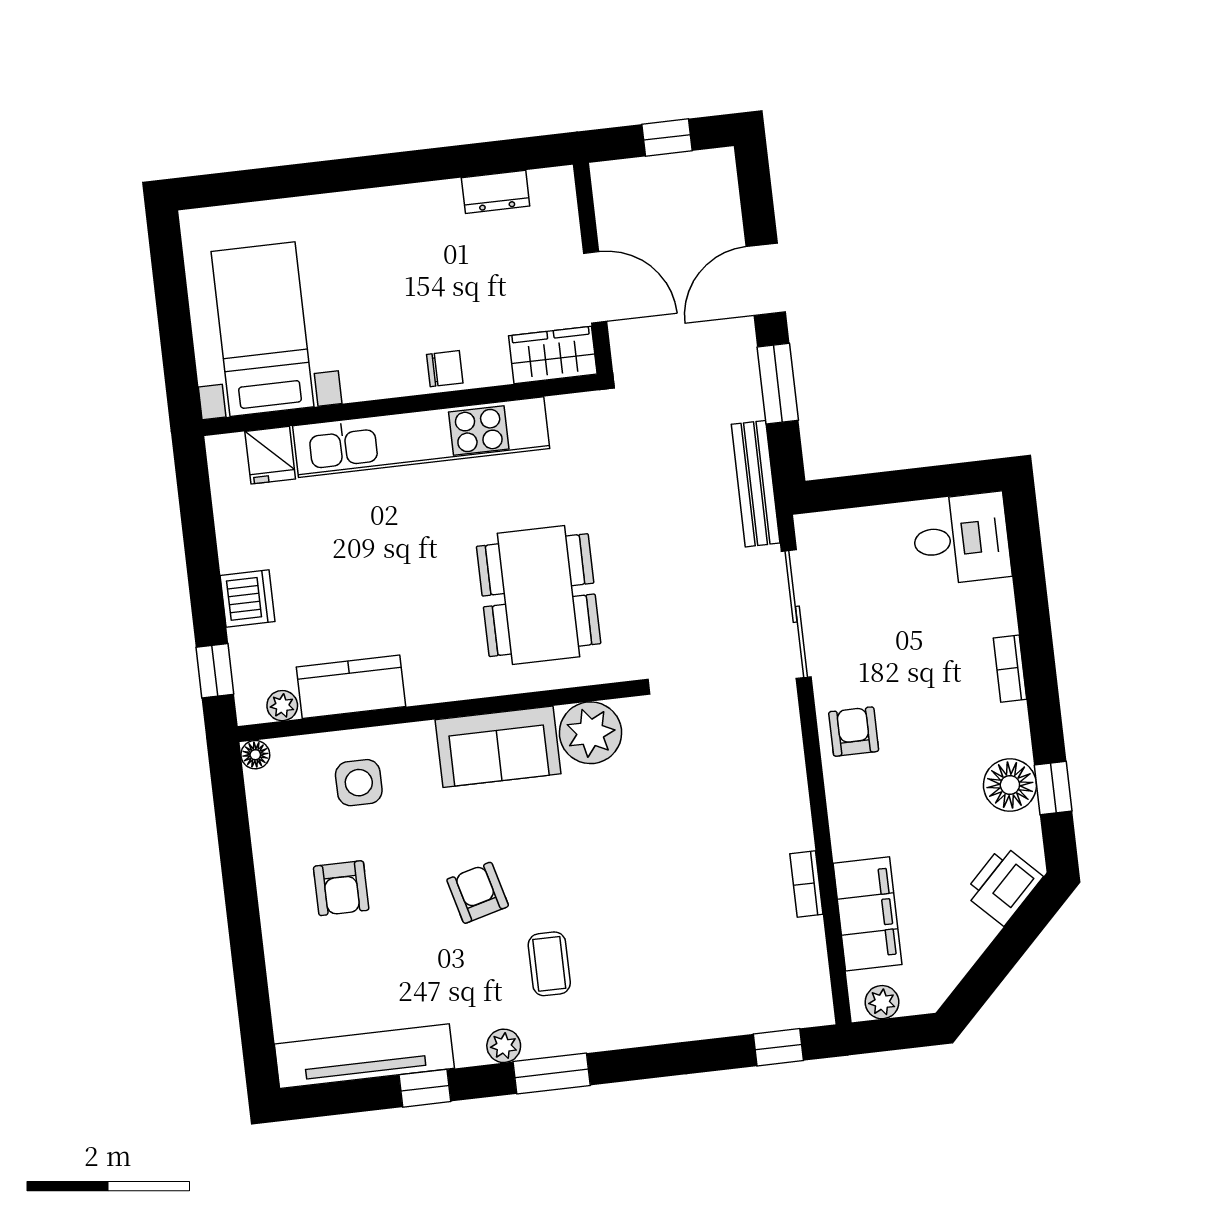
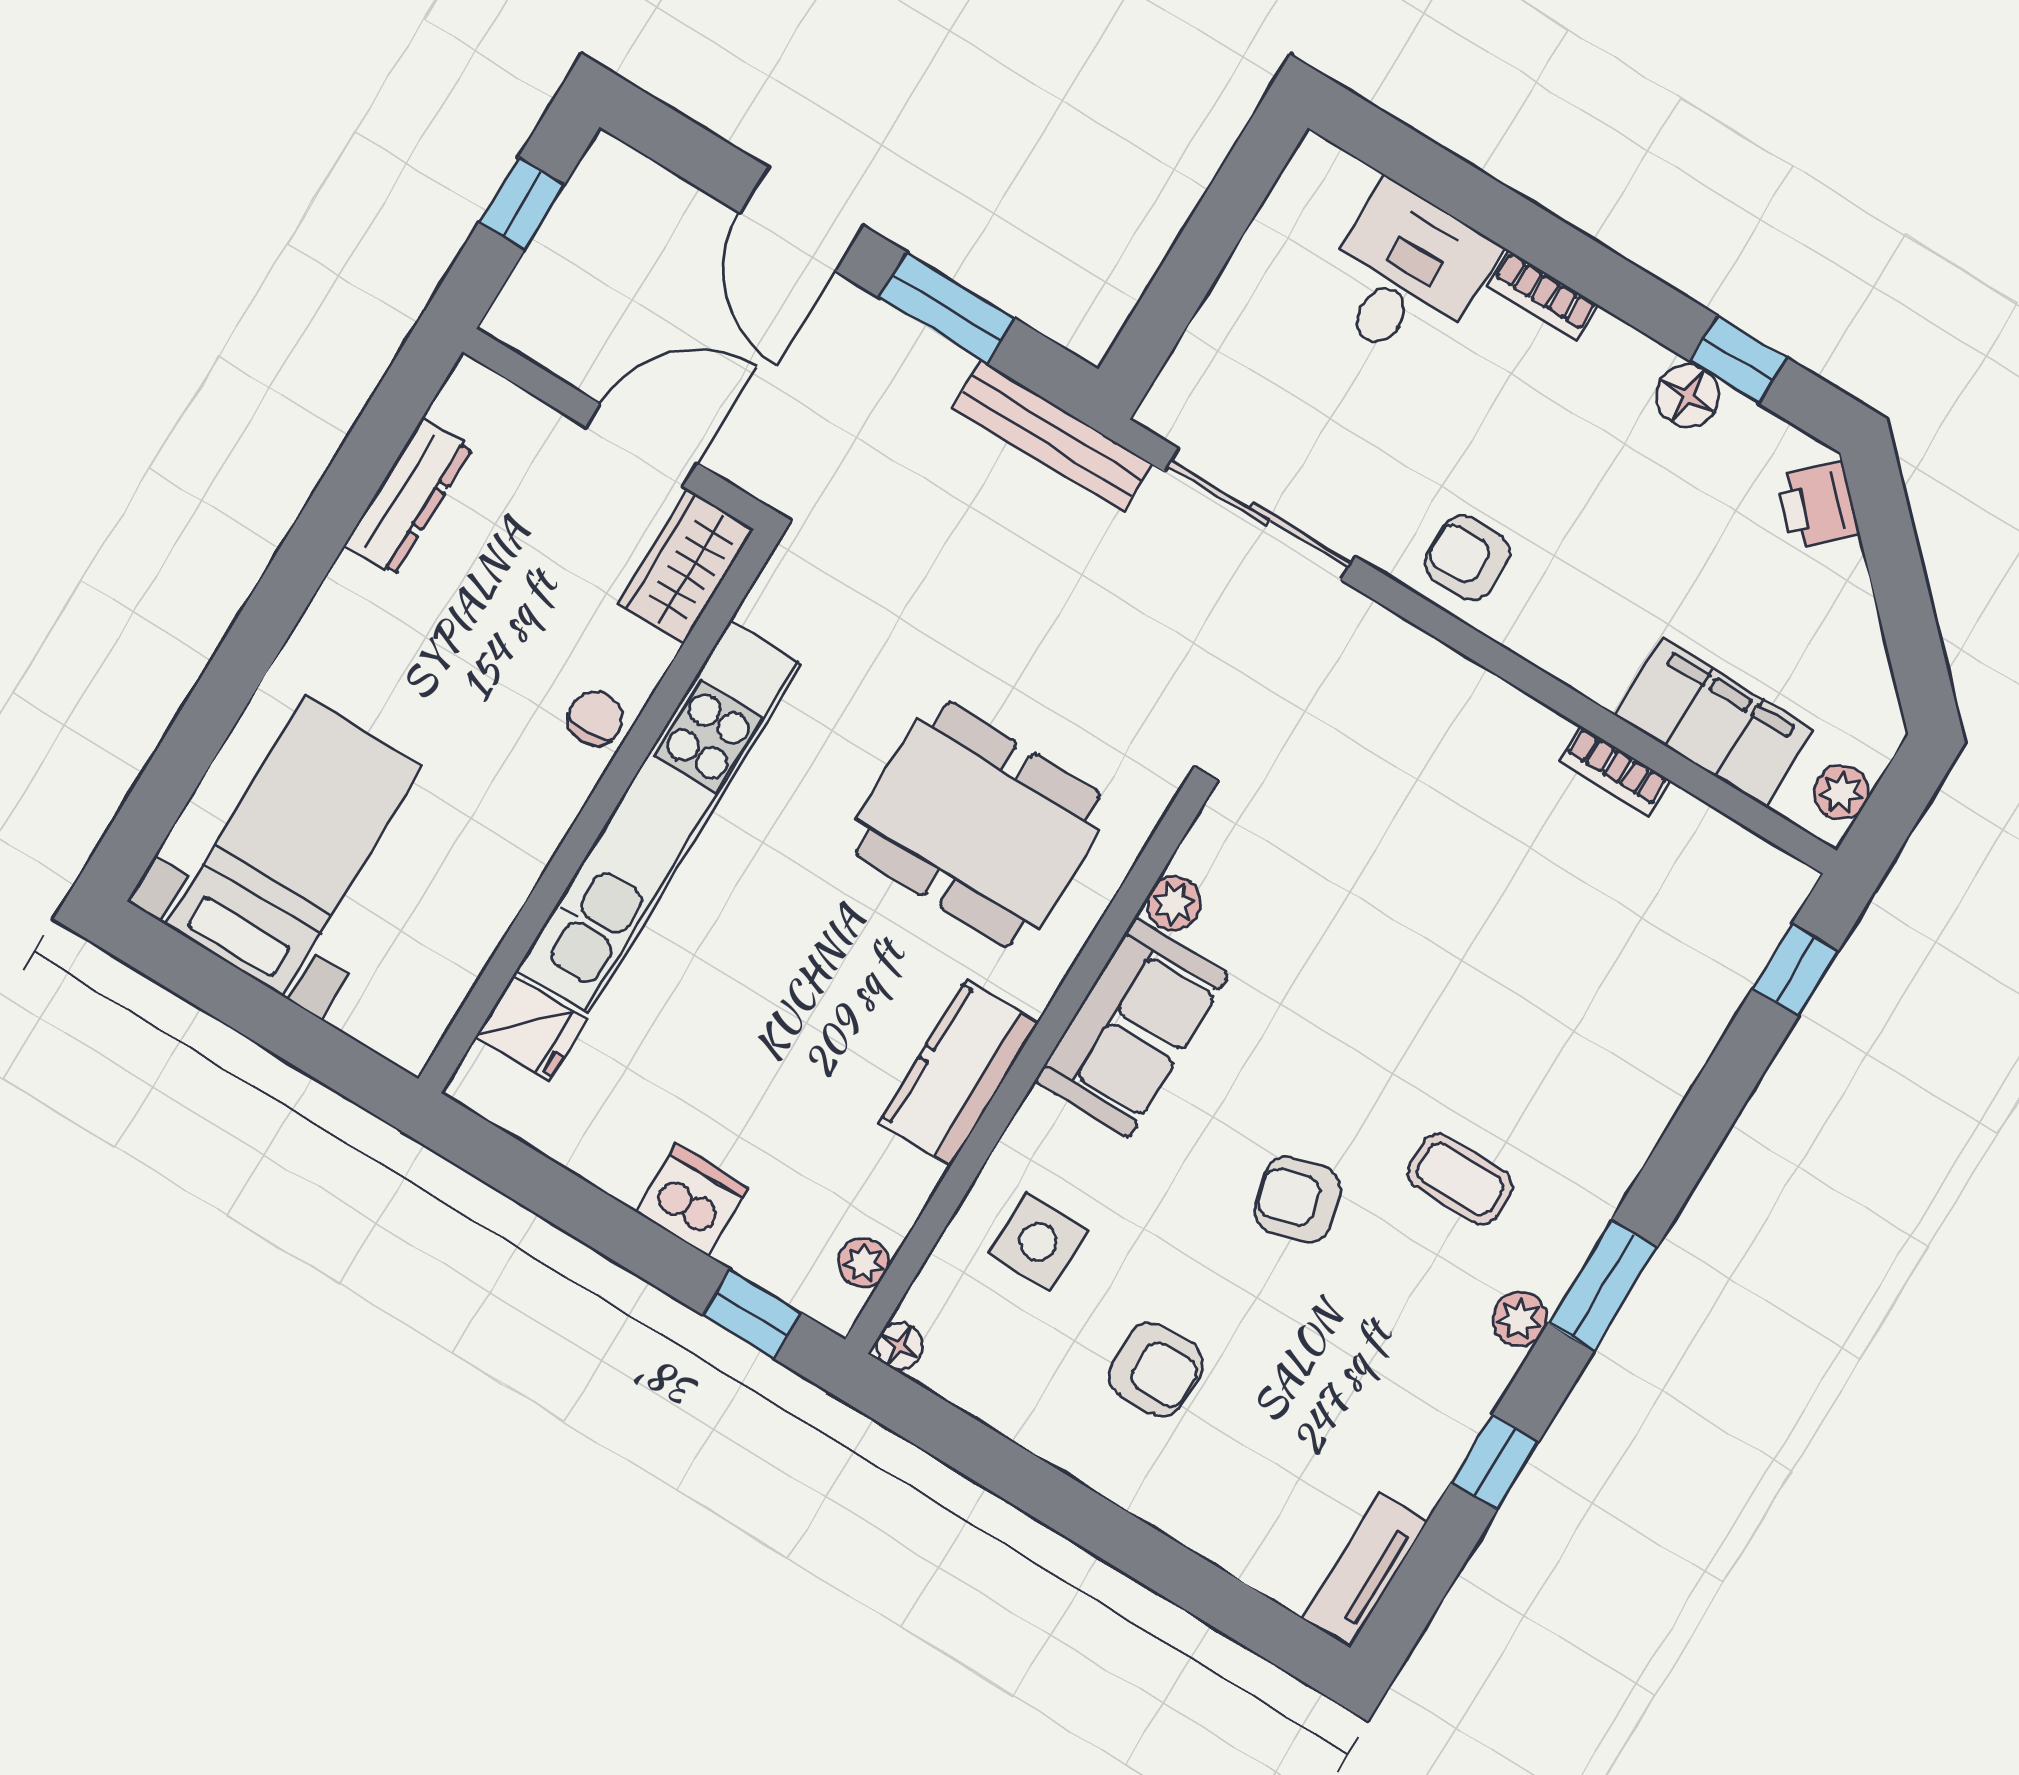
dresser: (496, 192) -> (408, 496), width x1.44
bed with nightstands: (263, 329) -> (294, 845), moved, turned 90
desk: (961, 539) -> (1405, 275), moved
kitchen counter: (351, 687) -> (959, 1073), moved
plant: (590, 733) -> (1174, 903), width x0.53, depth x0.53
floor lamp: (1010, 785) -> (1688, 396), width x0.73, depth x0.73
printer: (1003, 885) -> (1818, 505), width x0.73, depth x0.81
tv unit: (364, 1056) -> (1365, 1570), width x0.52, depth x0.78

